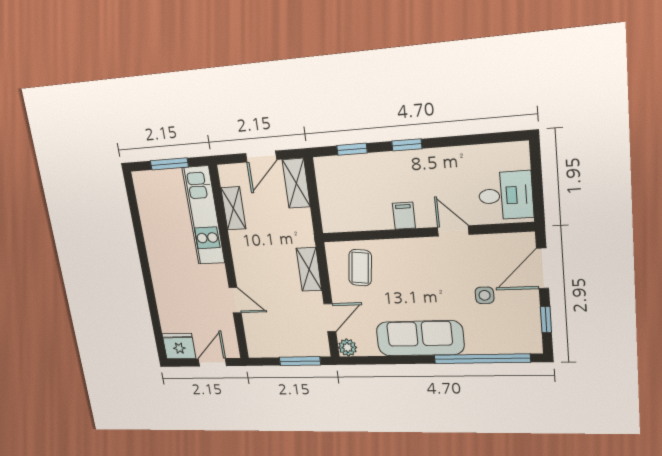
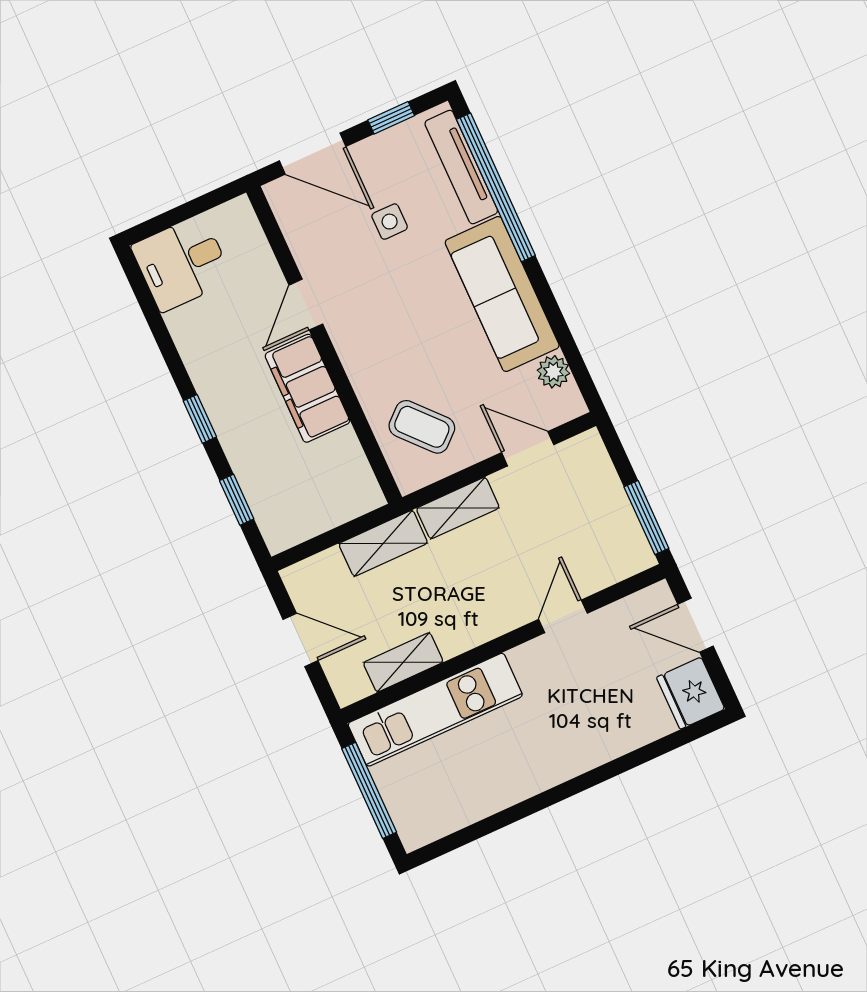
window: (169, 164) -> (369, 790), width x1.44
shelving: (296, 183) -> (383, 543), moved
desk: (506, 195) -> (182, 263), moved, turned -90
filing cabinet: (404, 216) -> (307, 388), width x3.00, depth x1.17
coffee table: (360, 268) -> (422, 427), turned 41
tv unit: (501, 345) -> (461, 167), added
plant: (347, 347) -> (553, 372), moved
window: (300, 361) -> (646, 518), moved

